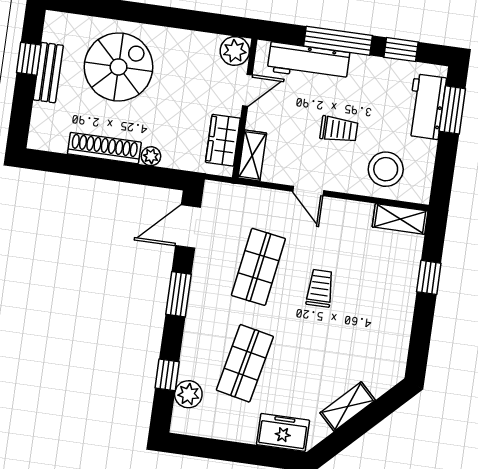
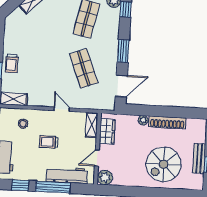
stool: (386, 169) -> (23, 124), width x0.53, depth x0.53
shop shelf: (258, 267) -> (84, 68), turned -30
trolley: (320, 288) -> (12, 63), moved

